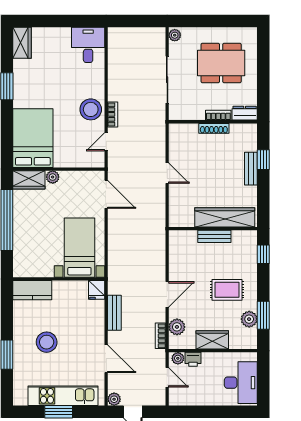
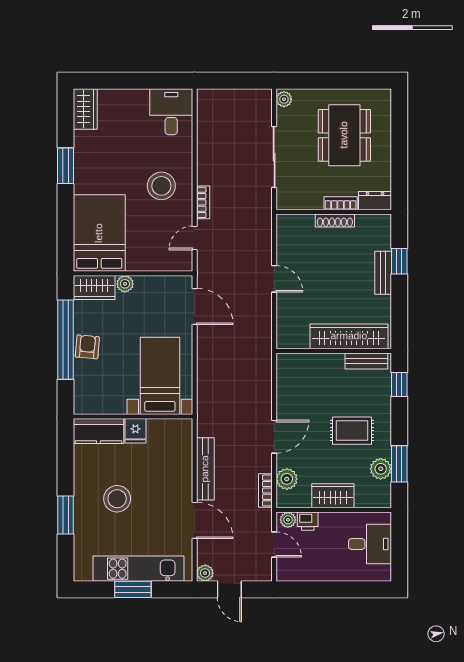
dining table: (221, 63) -> (344, 135), turned 90
stool: (91, 109) -> (161, 186), moved
armchair: (24, 225) -> (87, 347), added
bench: (214, 236) -> (366, 361), moved
fridge: (97, 290) -> (135, 431), moved
bench: (114, 313) -> (205, 469), width x1.36
desk: (241, 383) -> (370, 544), width x0.73

